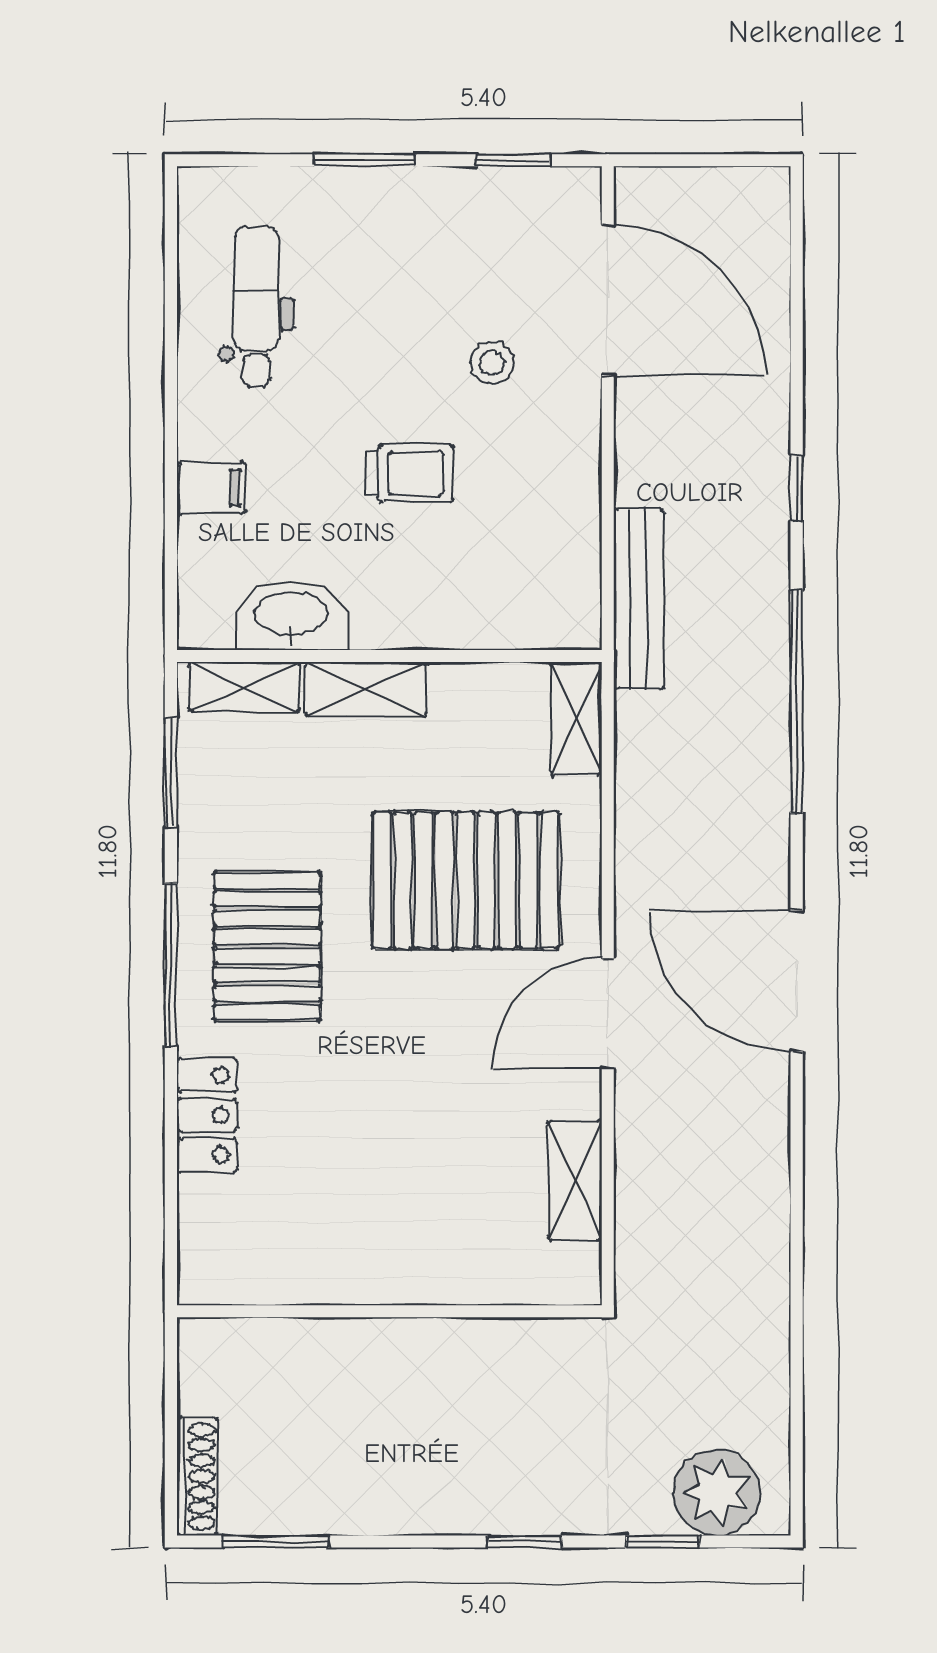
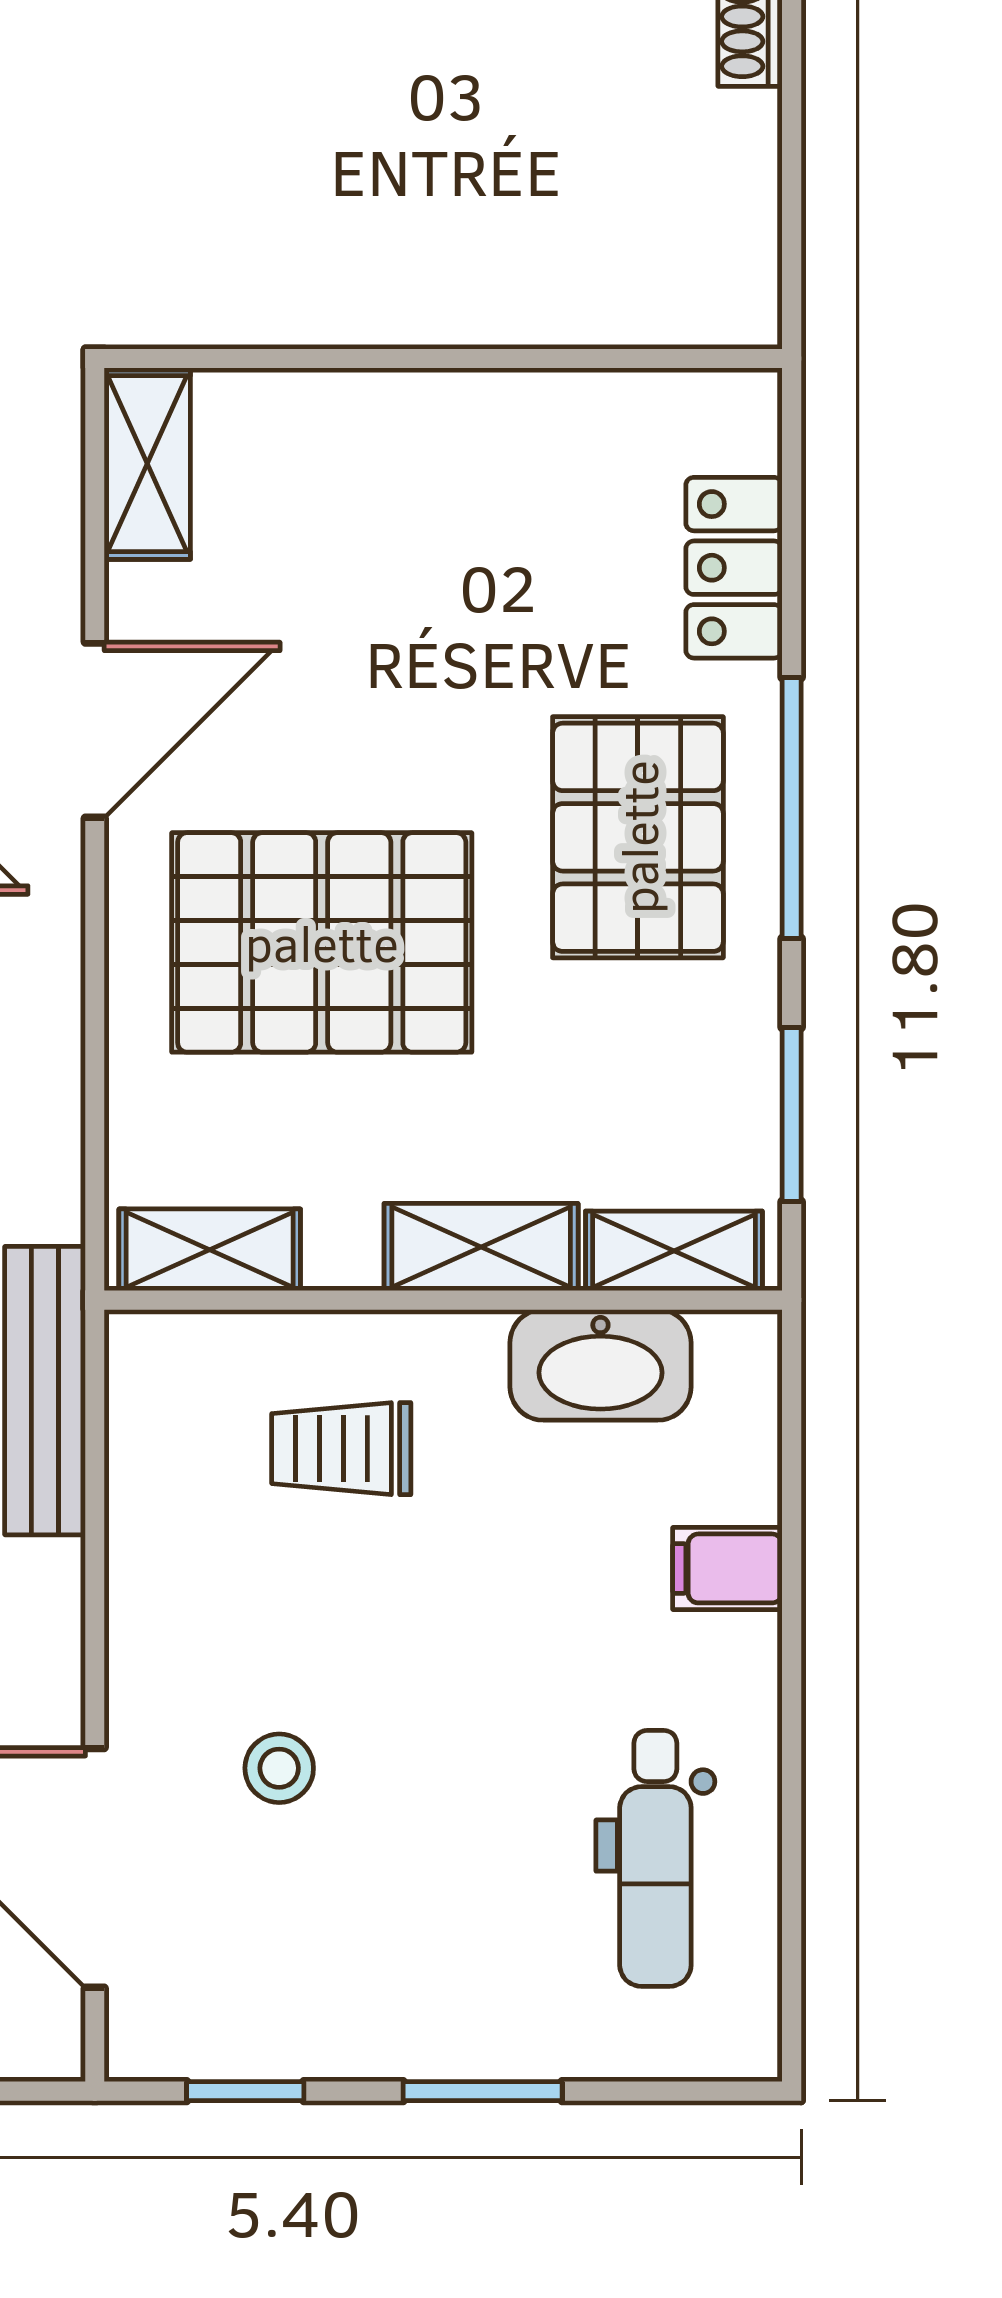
trolley: (410, 473) -> (341, 1449), moved
shelving: (576, 719) -> (210, 1250), moved, turned 90
wall: (389, 1311) -> (443, 358), moved

